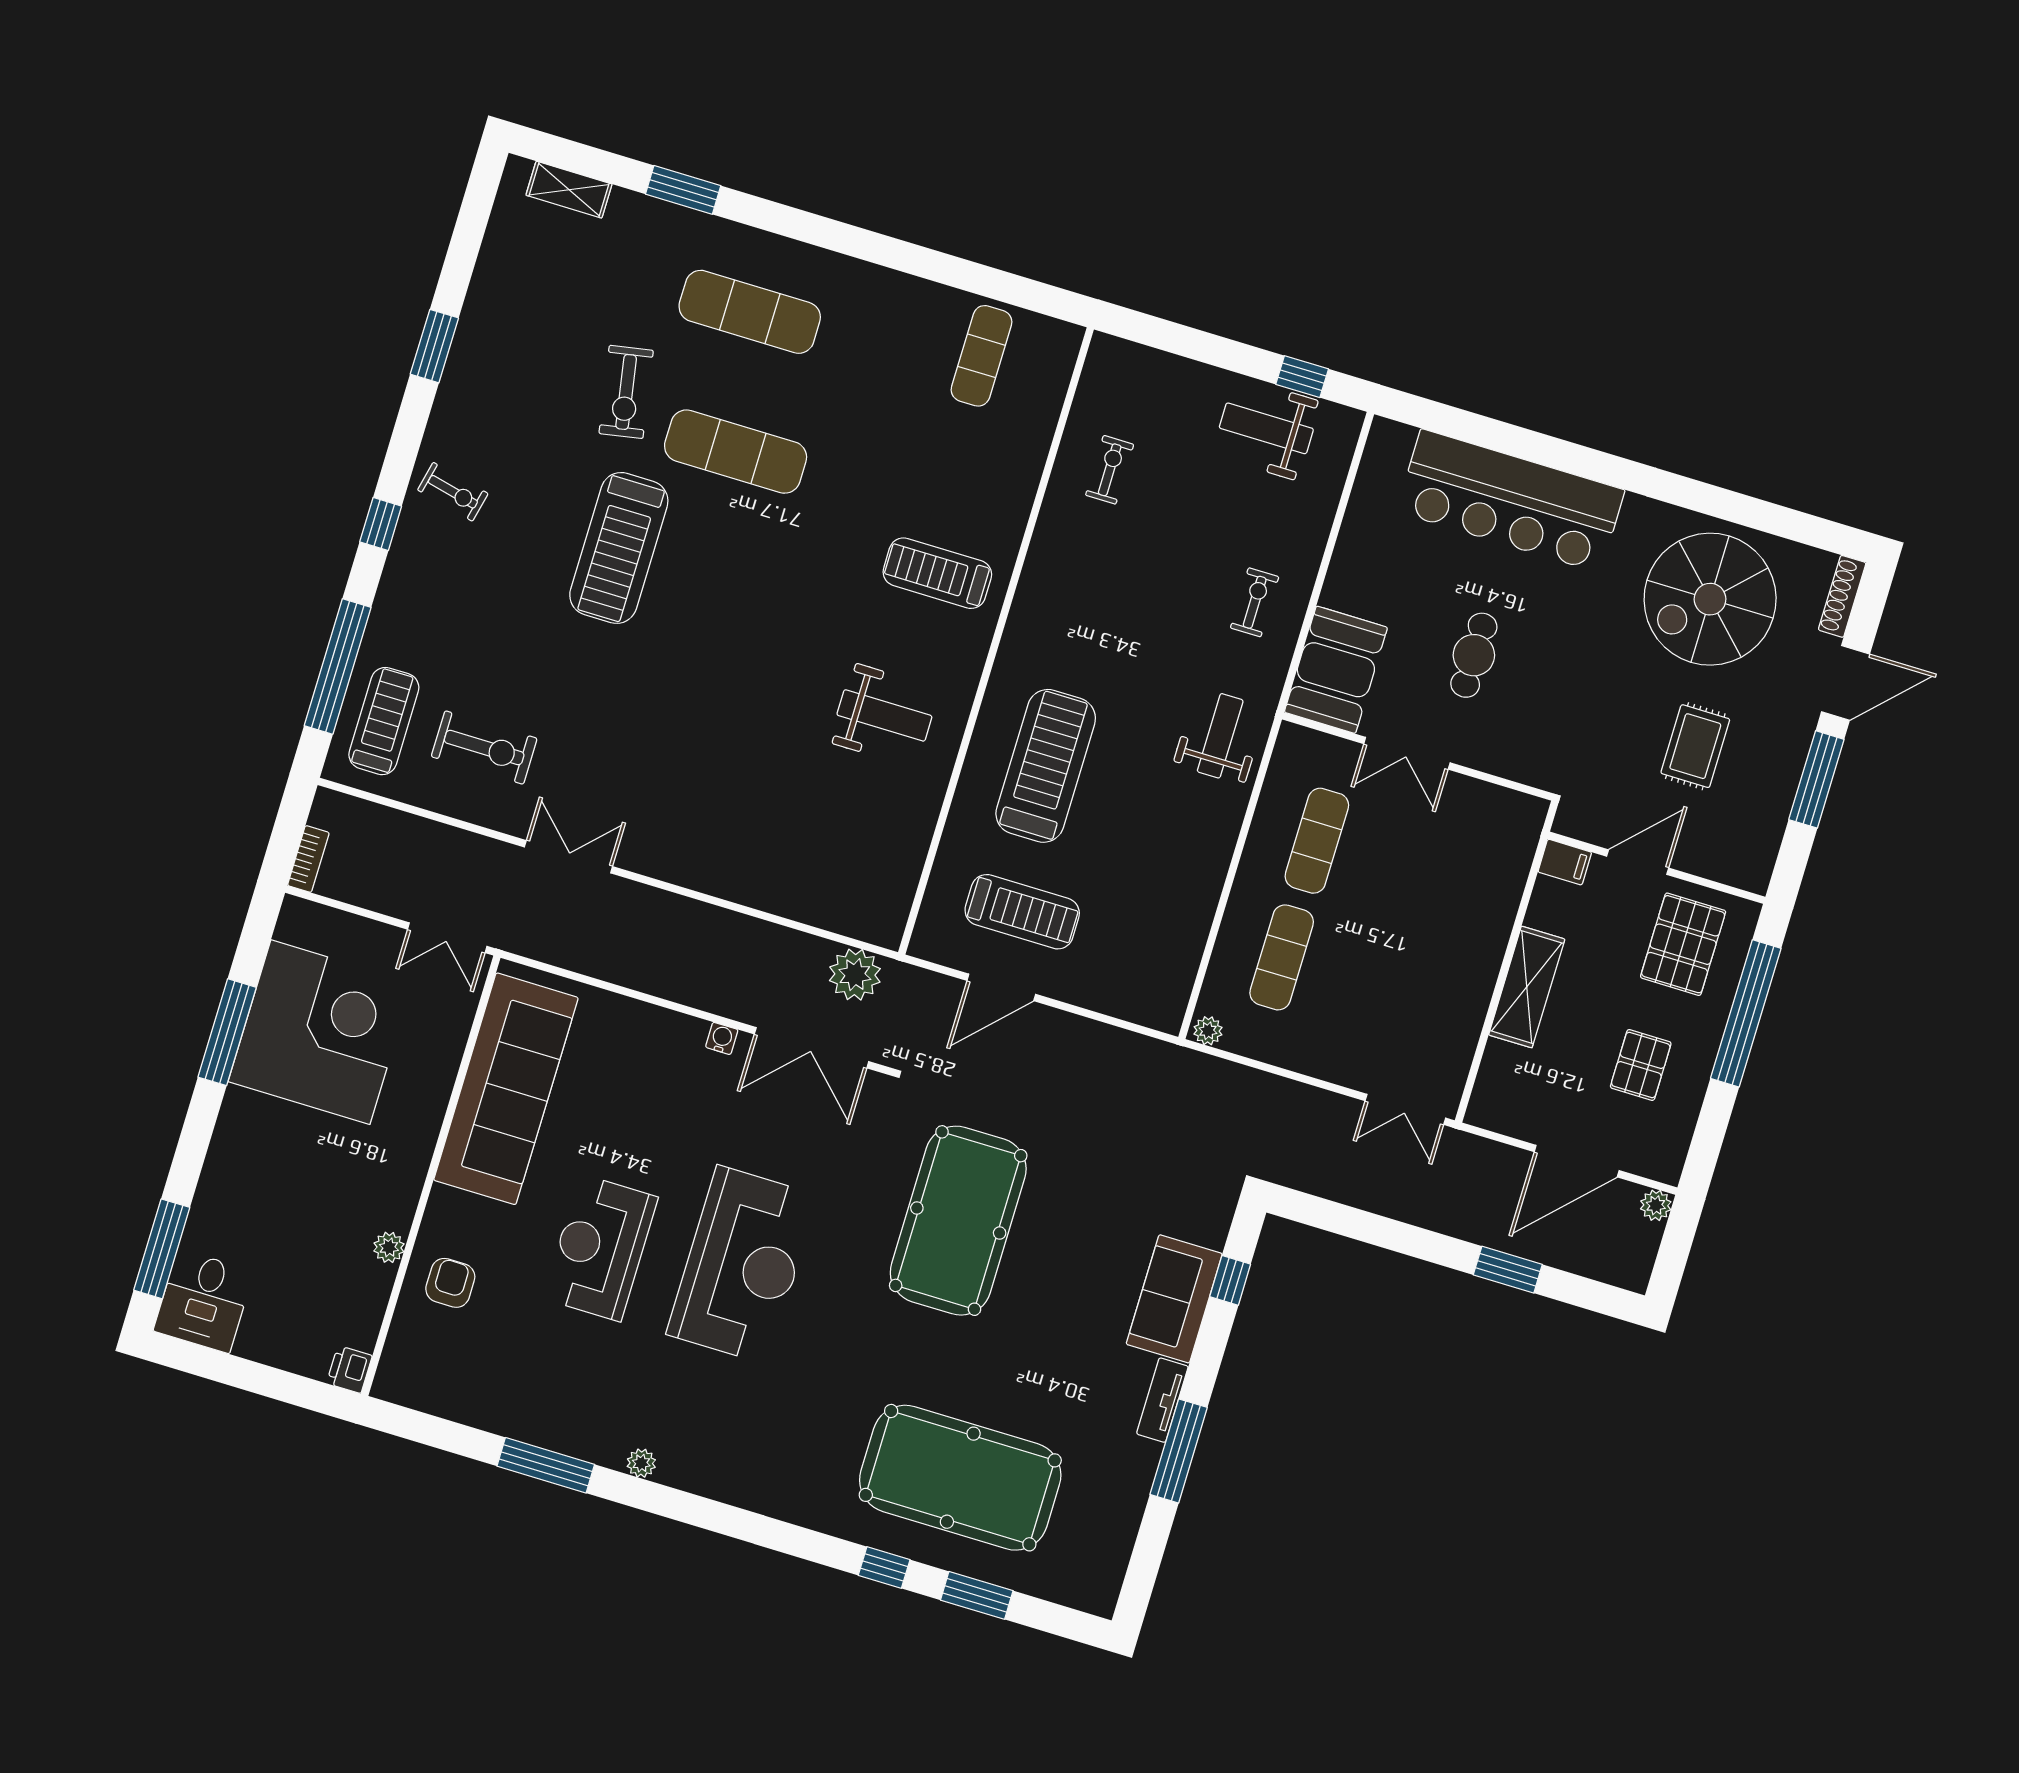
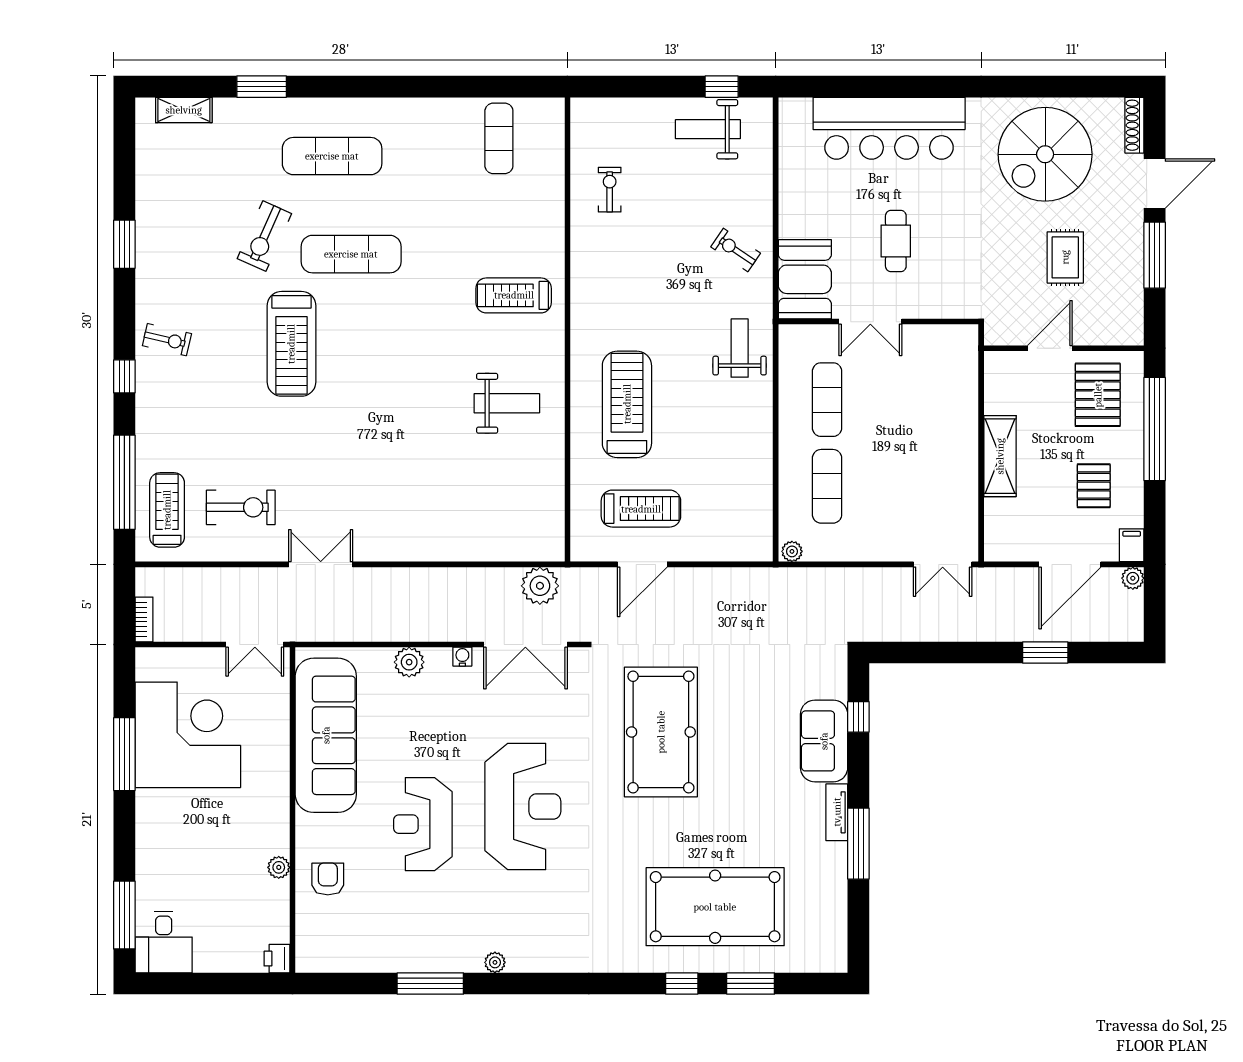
exercise bike: (626, 392) -> (264, 236), turned 34
exercise bike: (1255, 602) -> (736, 250), turned -56
filing cabinet: (1565, 862) -> (1132, 545), moved, turned -90
plant: (648, 1024) -> (409, 662), added

